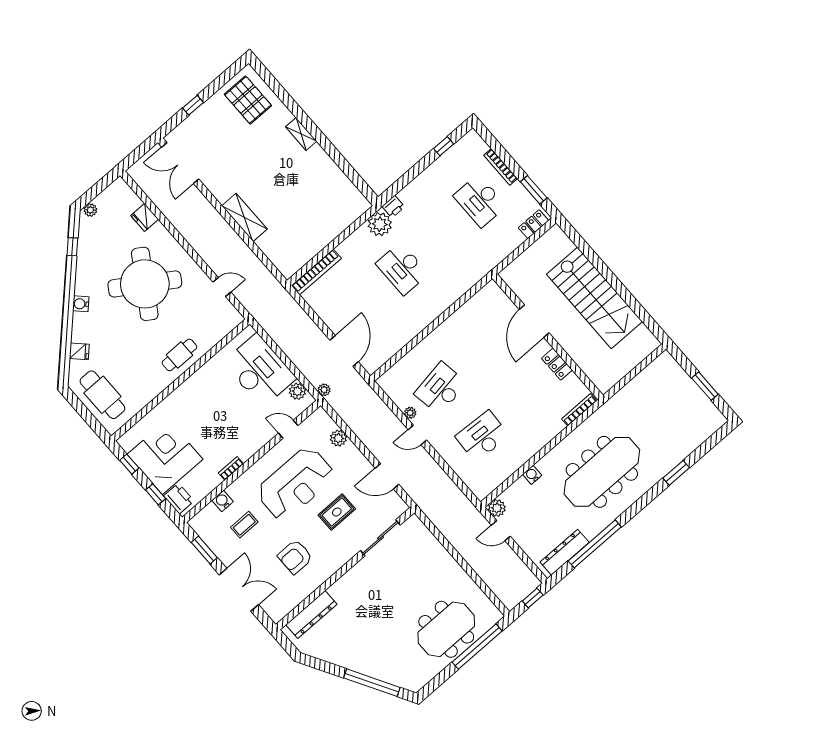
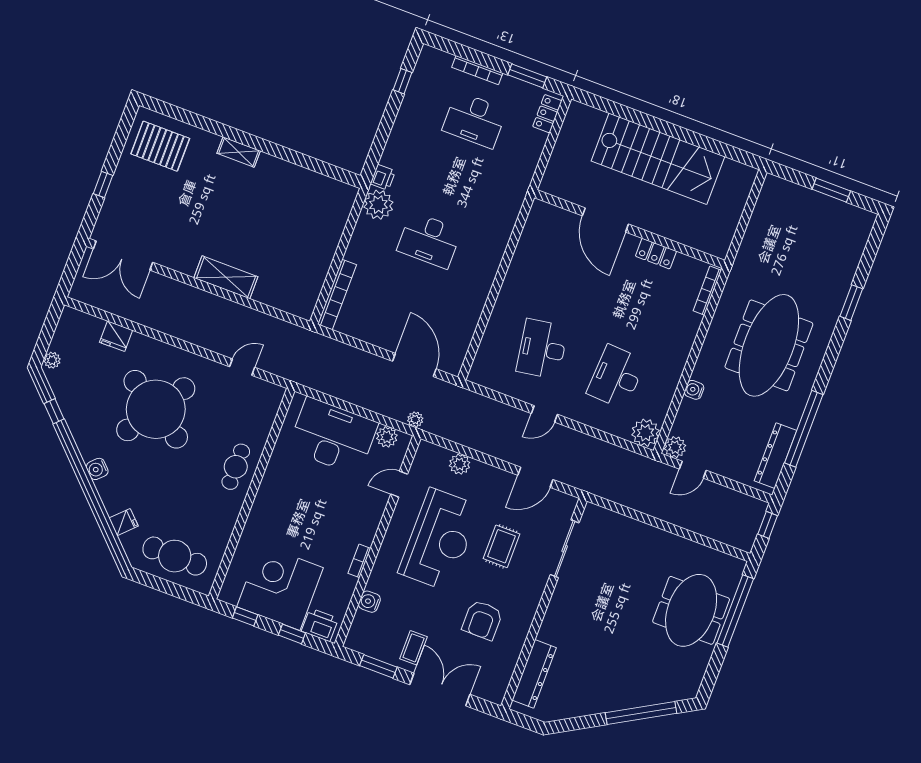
plant: (410, 413) -> (645, 433), moved, width x1.87, depth x1.87
coffee table: (244, 525) -> (413, 648), moved

